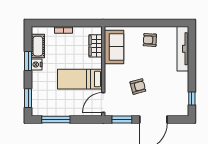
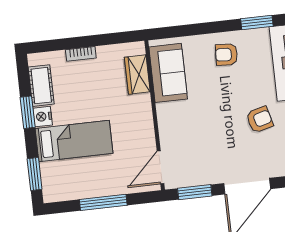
window: (170, 23) -> (257, 22), added
bed: (80, 79) -> (74, 141), moved, turned 180
armchair: (138, 86) -> (260, 120), moved
window: (56, 119) -> (103, 202), moved

